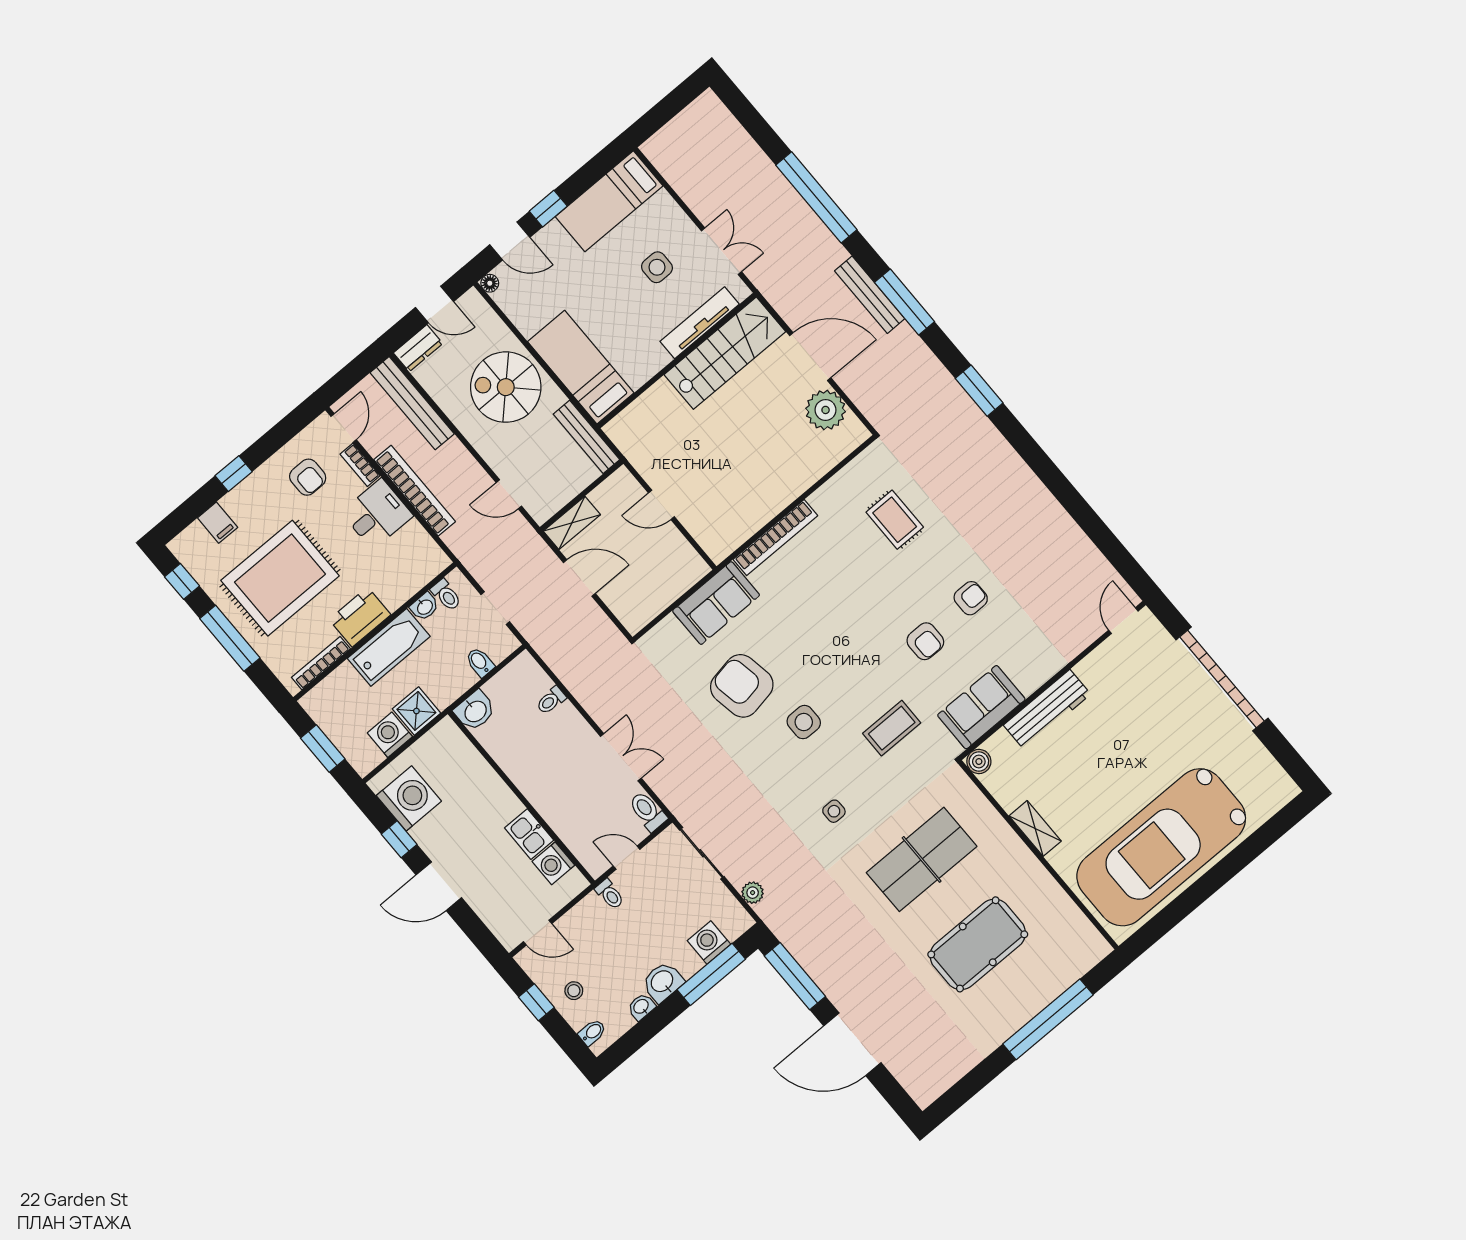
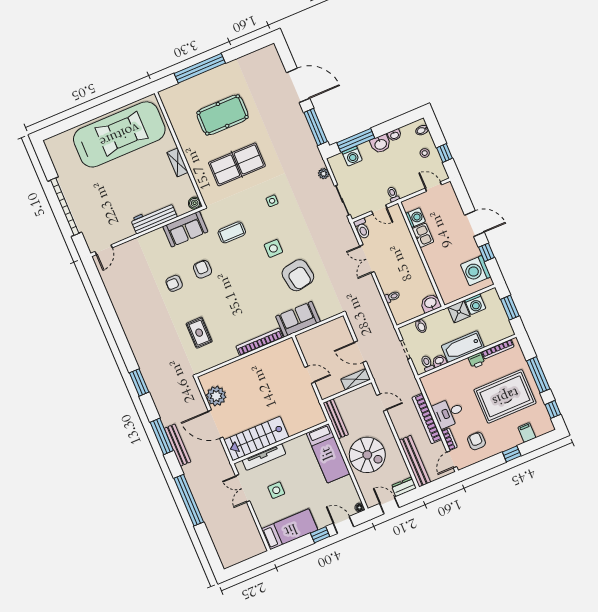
printer: (360, 617) -> (477, 360), width x0.53, depth x0.68

